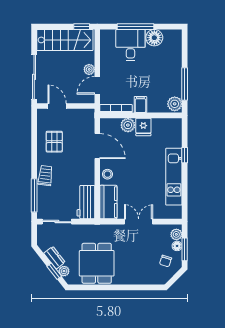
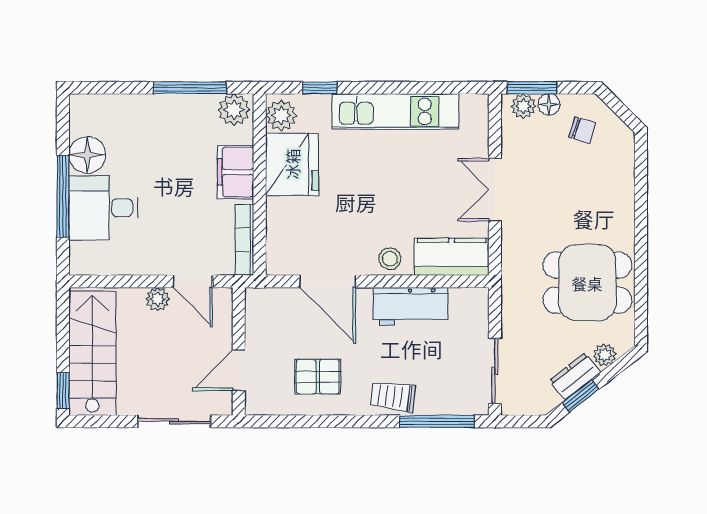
window: (82, 27) -> (63, 391), moved
sliding door: (34, 77) -> (174, 421), width x0.73
filing cabinet: (140, 105) -> (235, 172), width x2.00
plant: (128, 125) -> (281, 115), moved
fridge: (143, 127) -> (292, 164), width x1.88, depth x1.34
door: (97, 146) -> (328, 281), swing flipped
window: (185, 155) -> (320, 88), moved
workbench: (86, 202) -> (410, 307), moved
window: (185, 249) -> (532, 88), moved
window: (54, 271) -> (580, 396), moved

